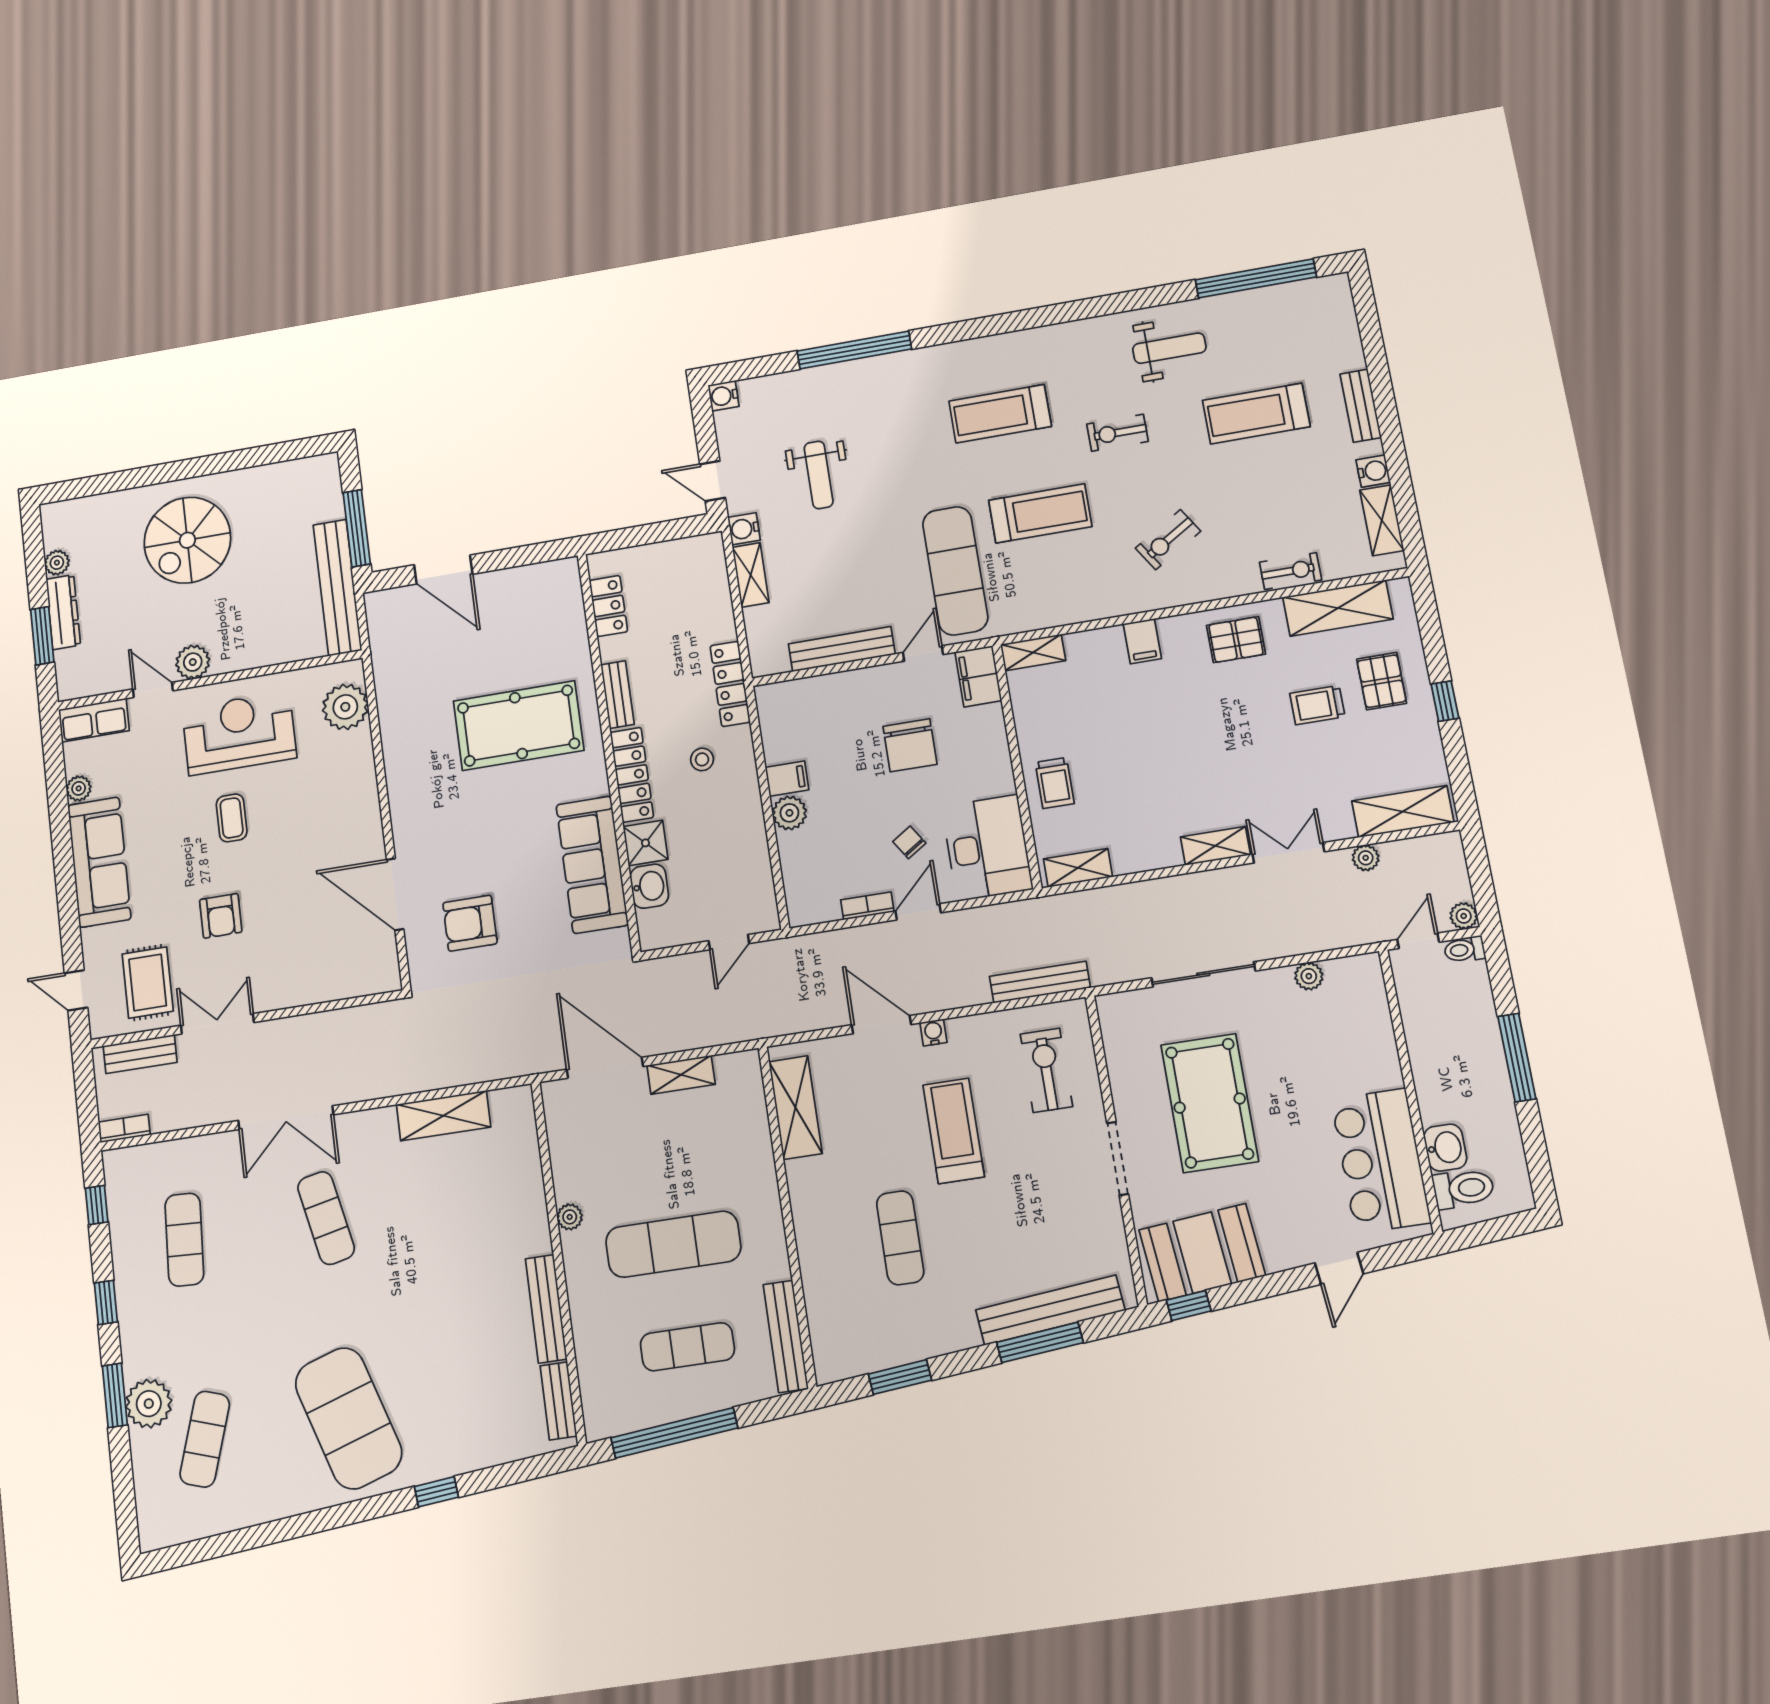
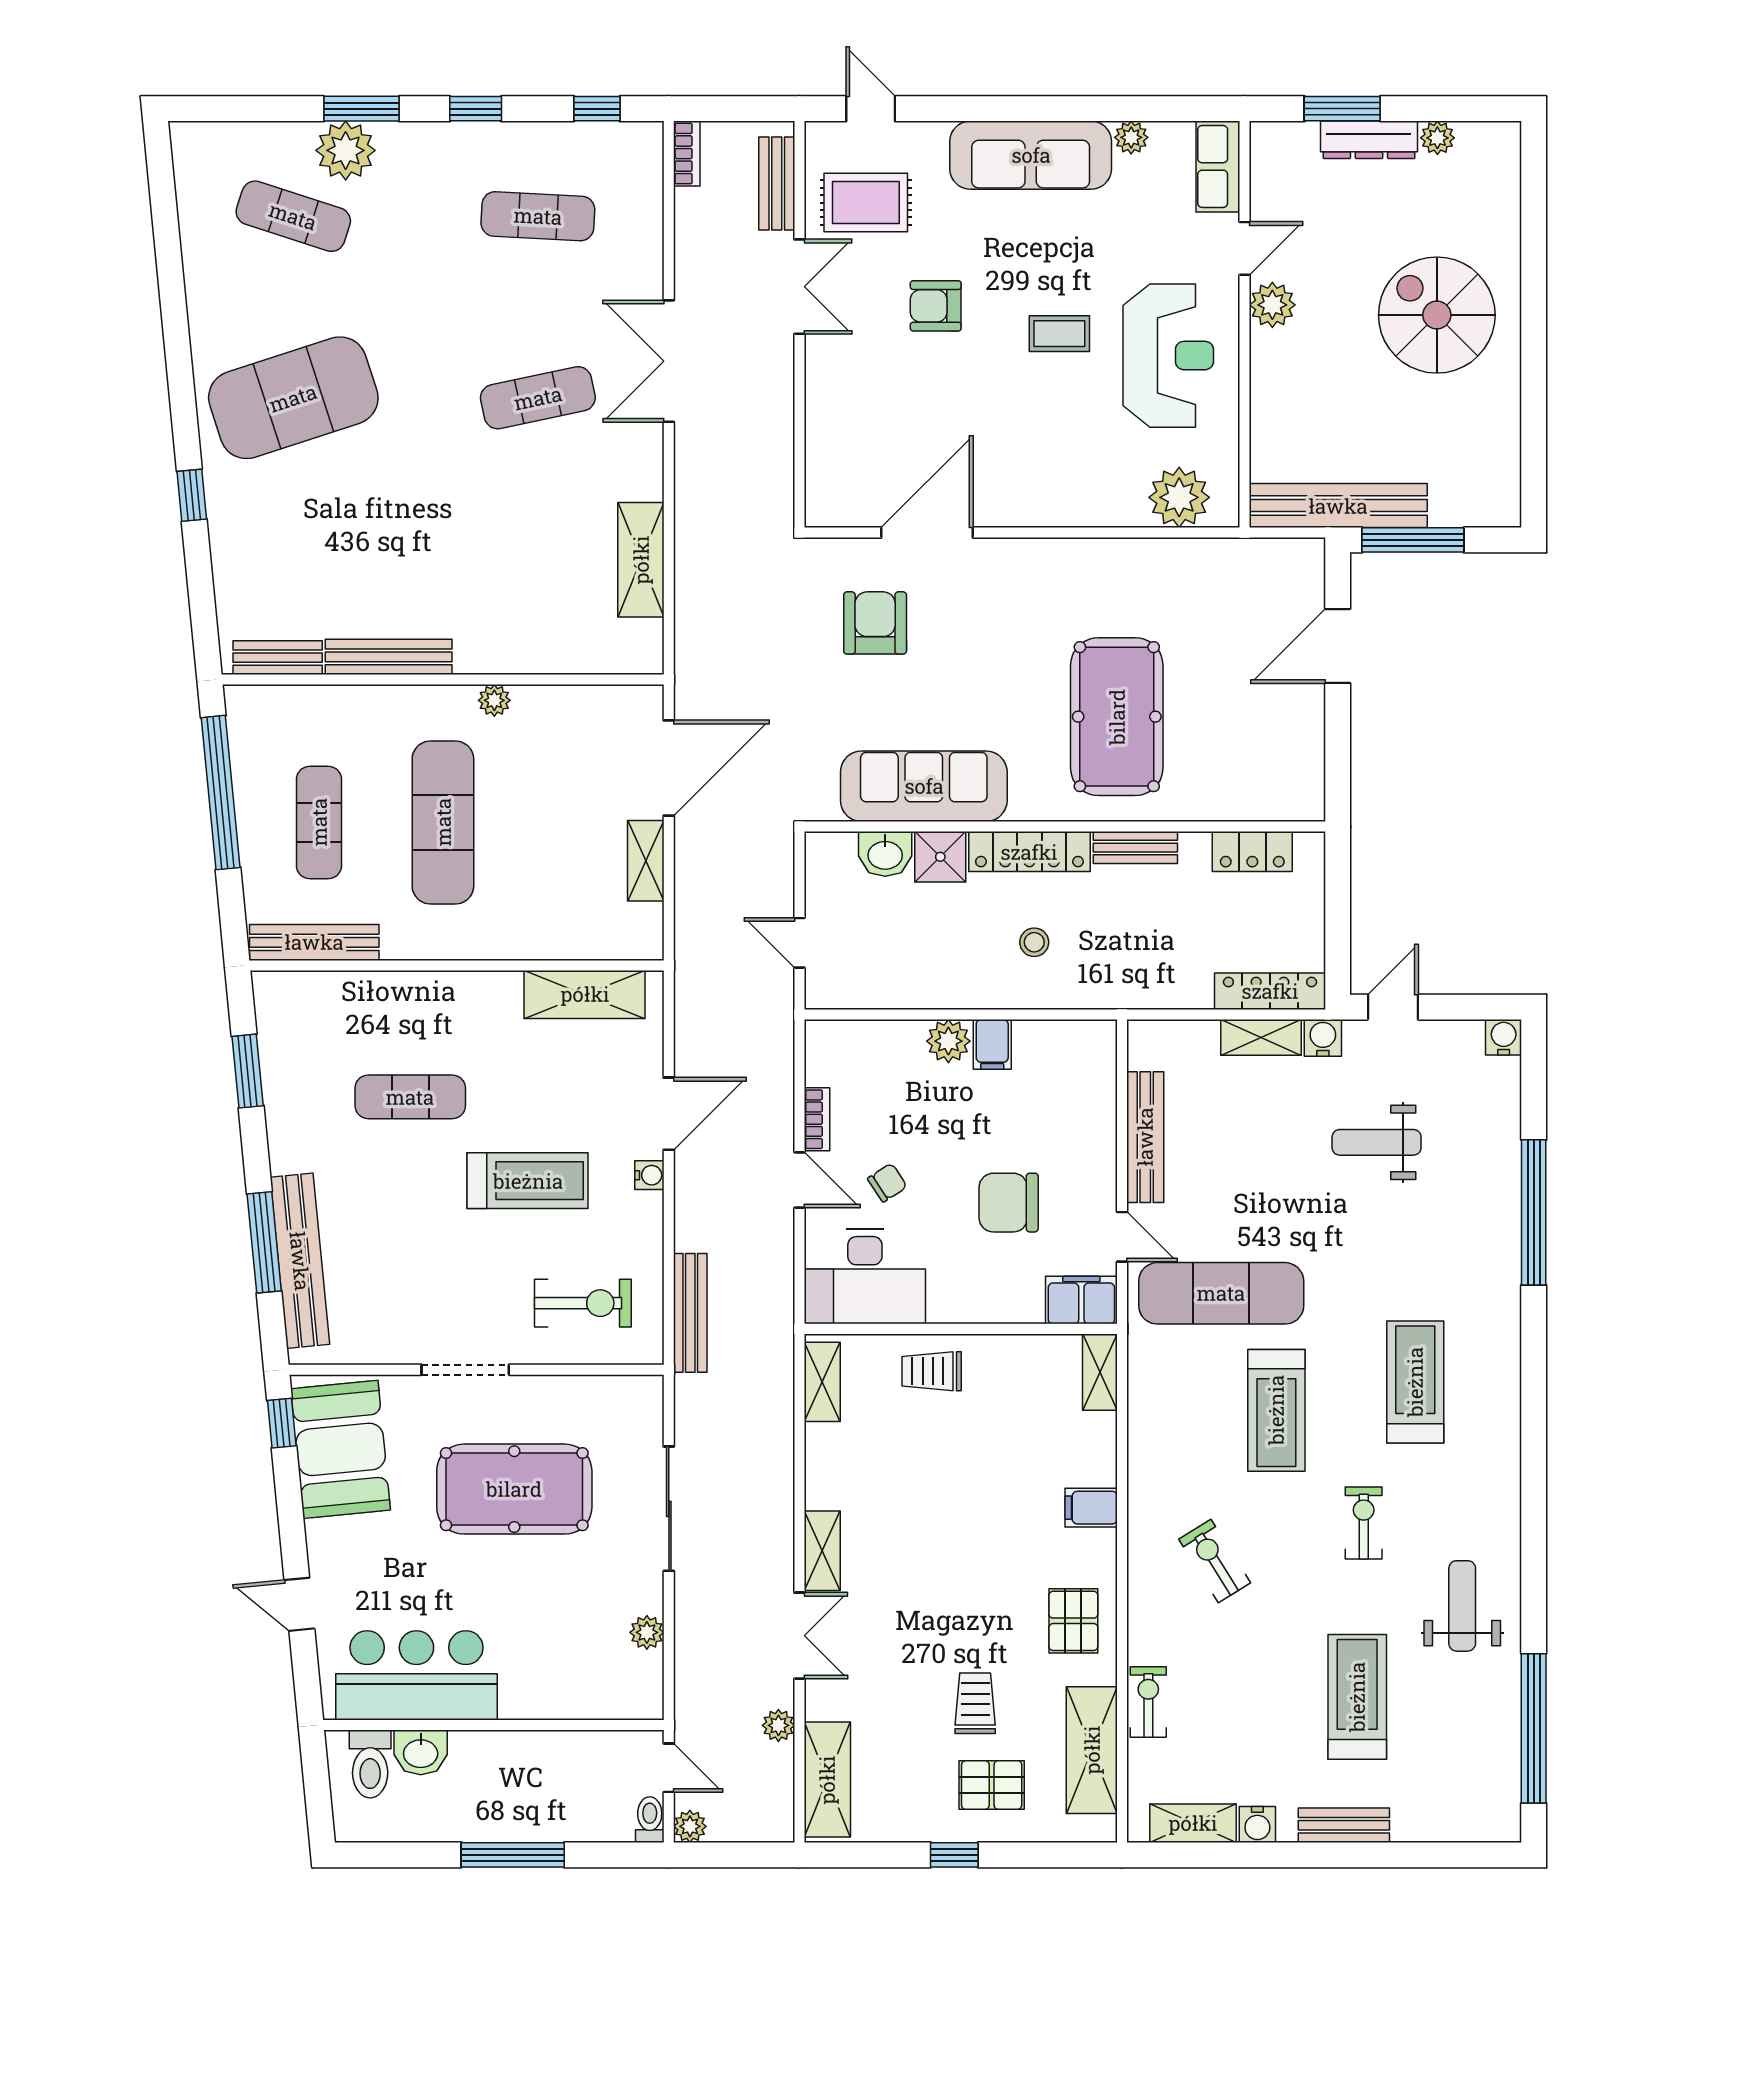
weight bench: (1169, 348) -> (1462, 1606), turned 180
exercise bike: (1291, 571) -> (1148, 1702), turned 180
locker: (730, 684) -> (1270, 991), moved
door: (76, 990) -> (871, 109), hinge flipped

